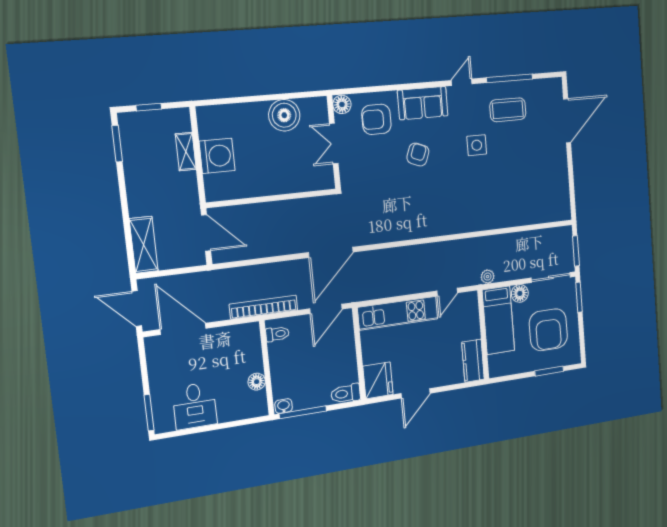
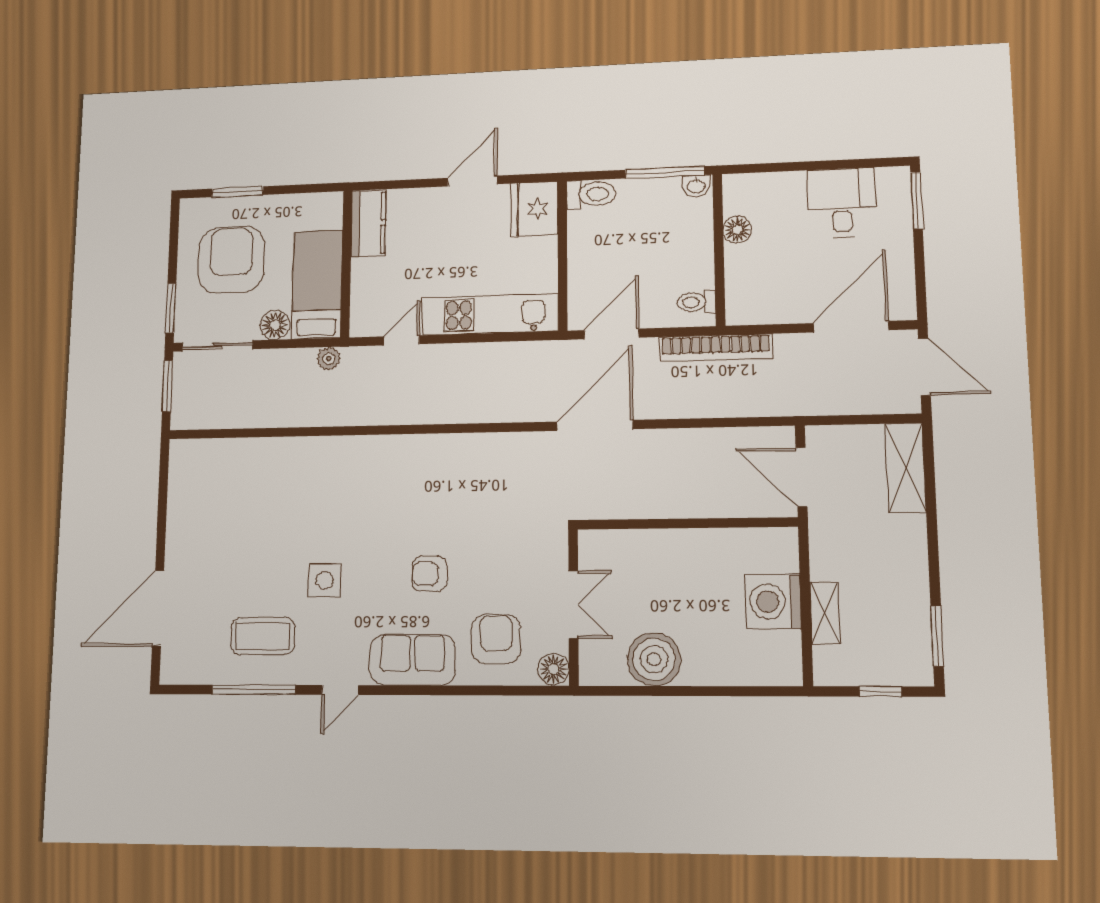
armchair: (376, 119) -> (496, 639), turned -90
armchair: (418, 155) -> (430, 574), turned 69
door: (183, 329) -> (851, 327), swing flipped

